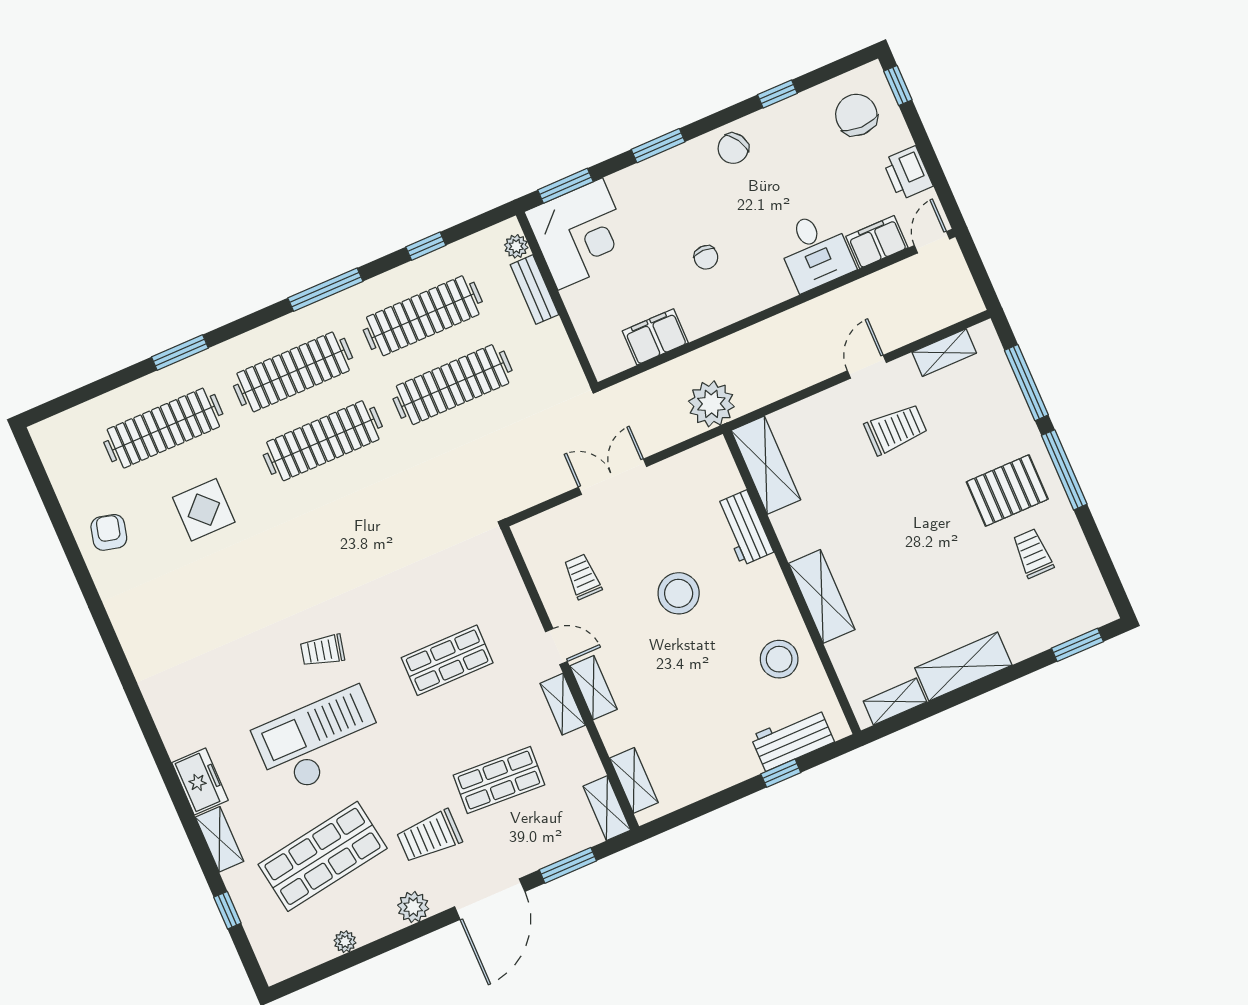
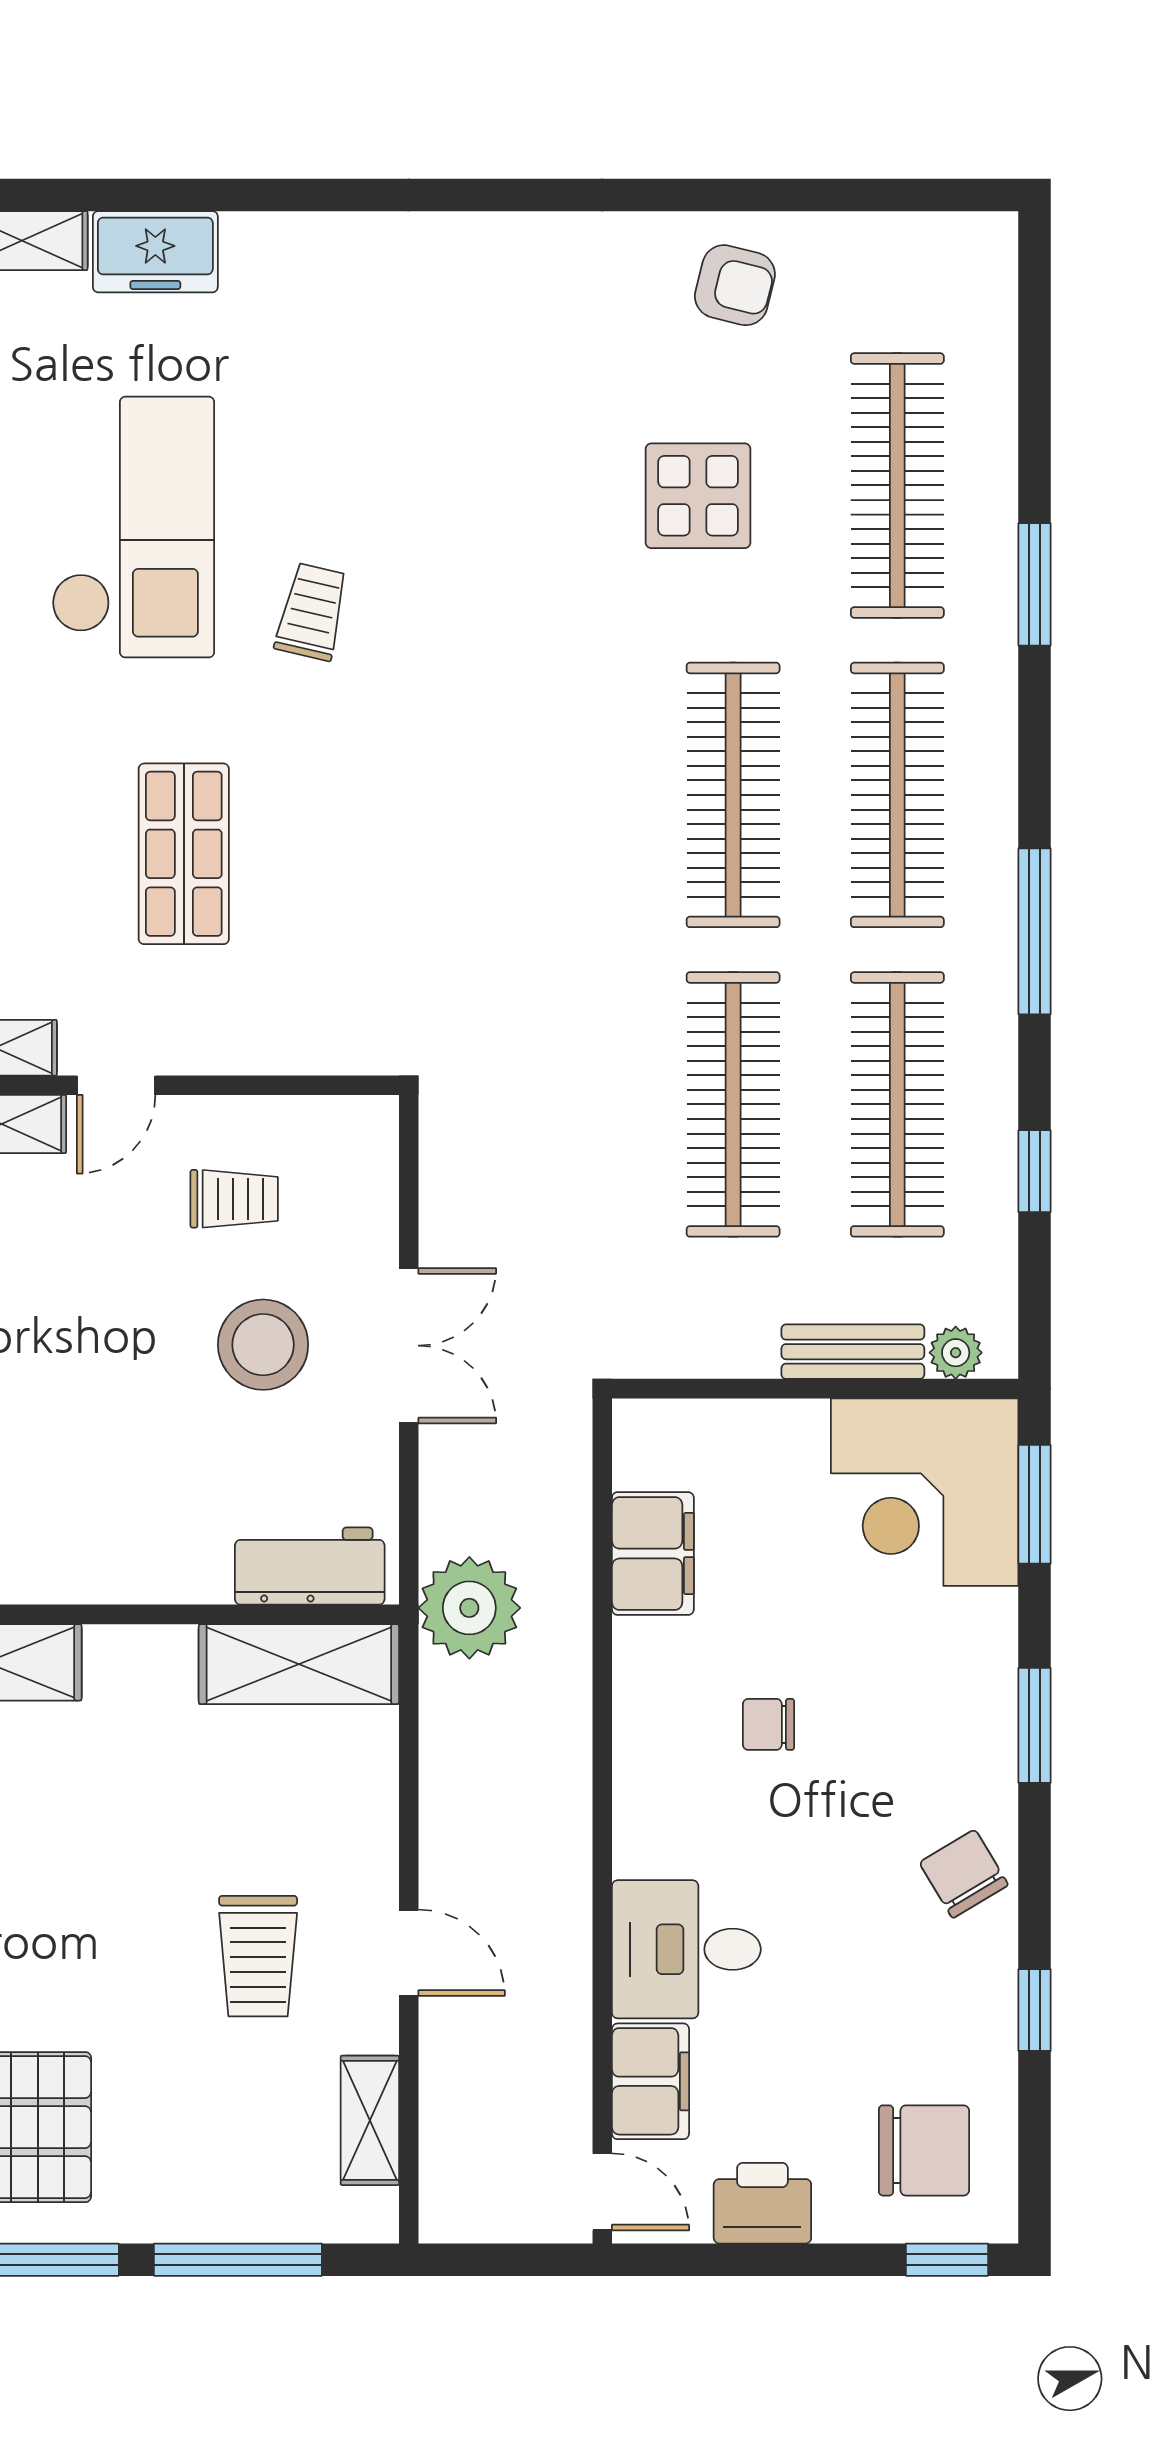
workbench: (744, 528) -> (310, 1566), moved
stool: (679, 593) -> (263, 1345), moved

